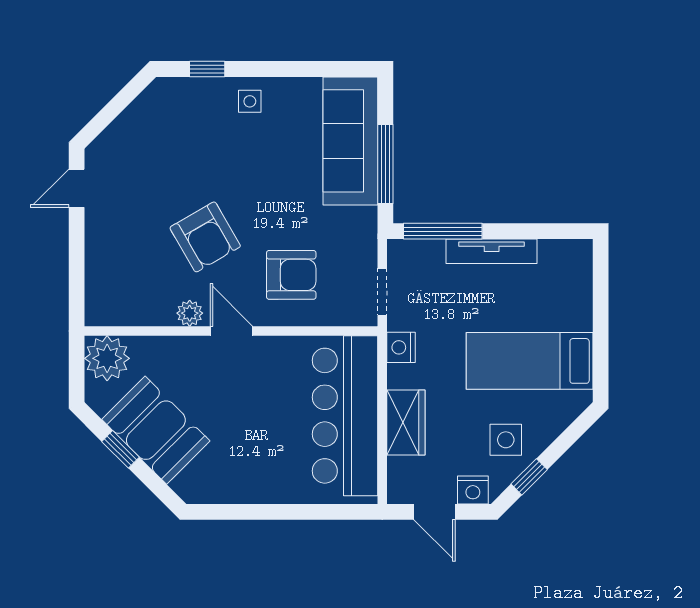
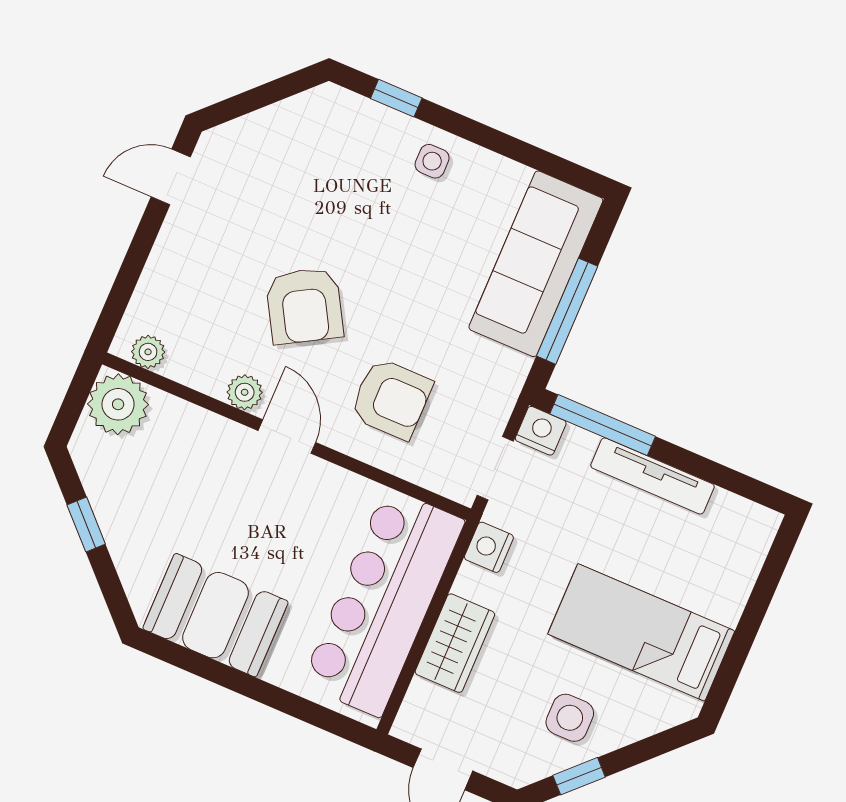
plant: (112, 314) -> (148, 352), added
booth: (156, 430) -> (215, 615), moved, turned -45
nightstand: (473, 490) -> (541, 431), moved, turned 180

